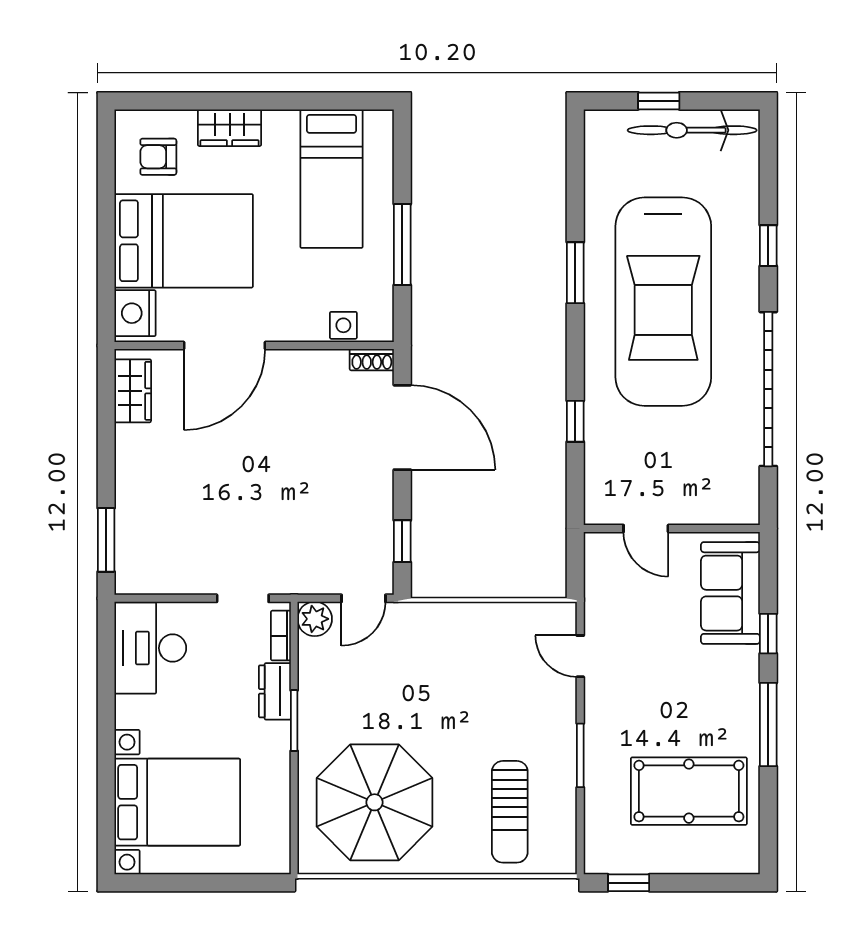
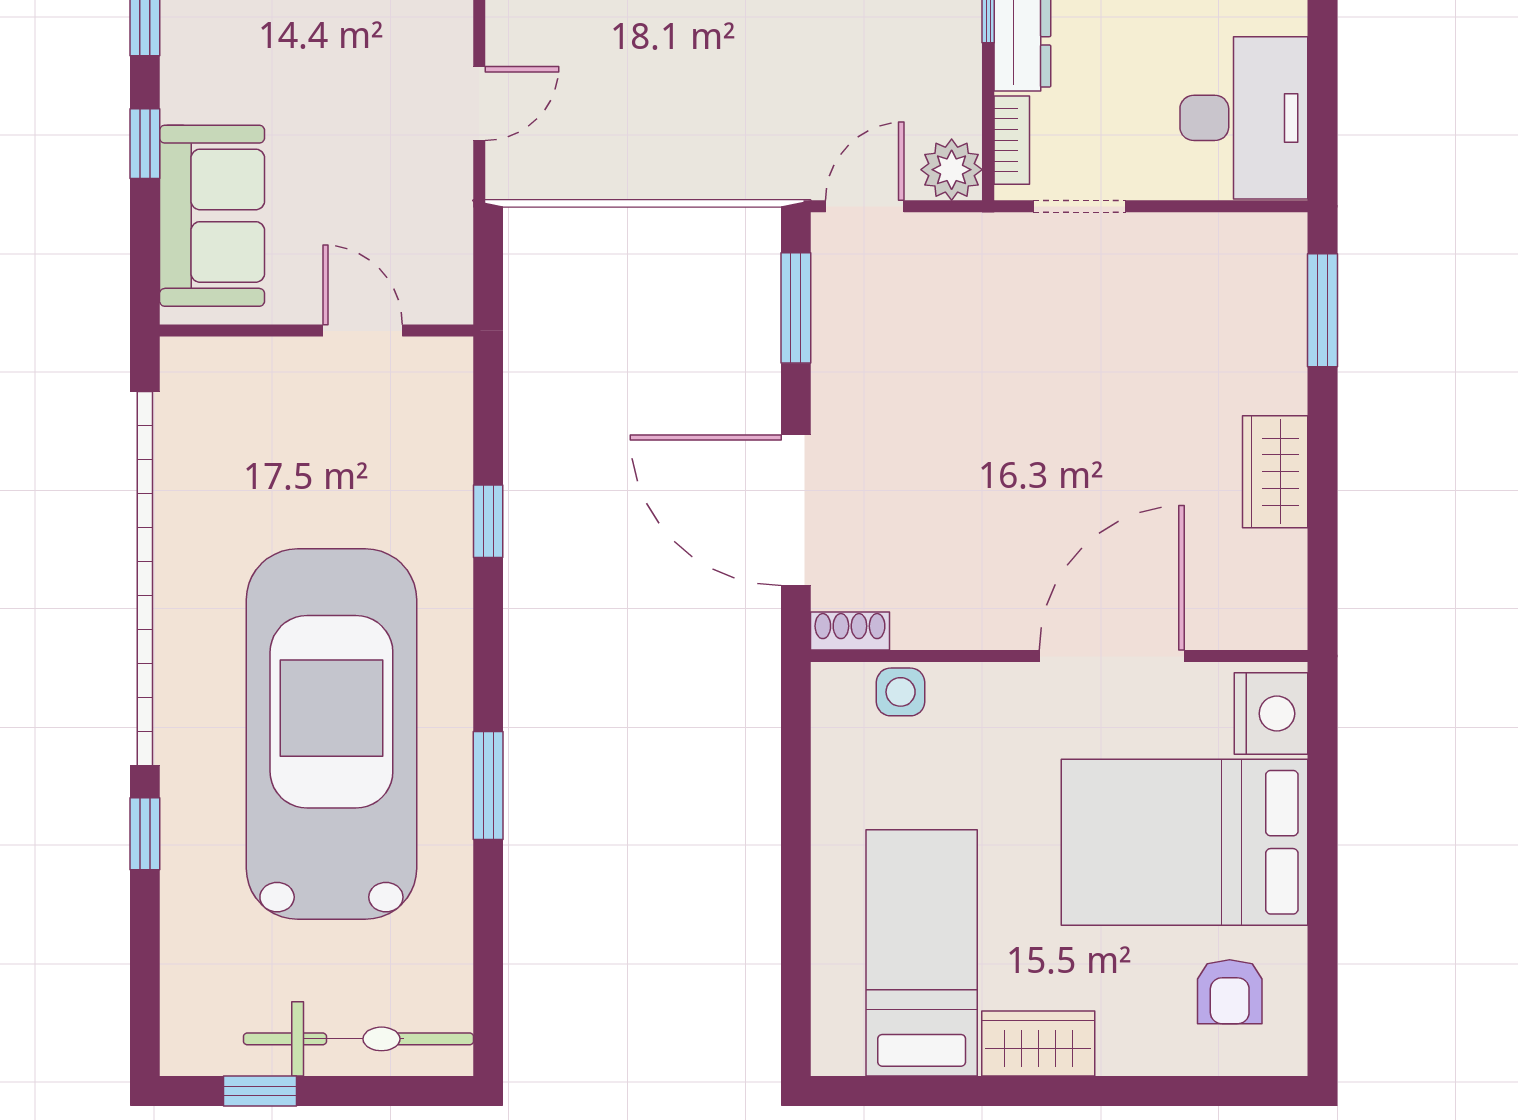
window: (659, 101) -> (260, 1091), moved
wardrobe: (230, 128) -> (1038, 1044), moved
bicycle: (692, 130) -> (358, 1039), moved
armchair: (158, 157) -> (1230, 992), turned 90
window: (402, 245) -> (796, 836), removed
garage door: (768, 389) -> (145, 579), width x1.36
wardrobe: (133, 391) -> (1275, 472), moved
window: (402, 541) -> (796, 308), width x1.50
door: (580, 656) -> (479, 103), hinge flipped

